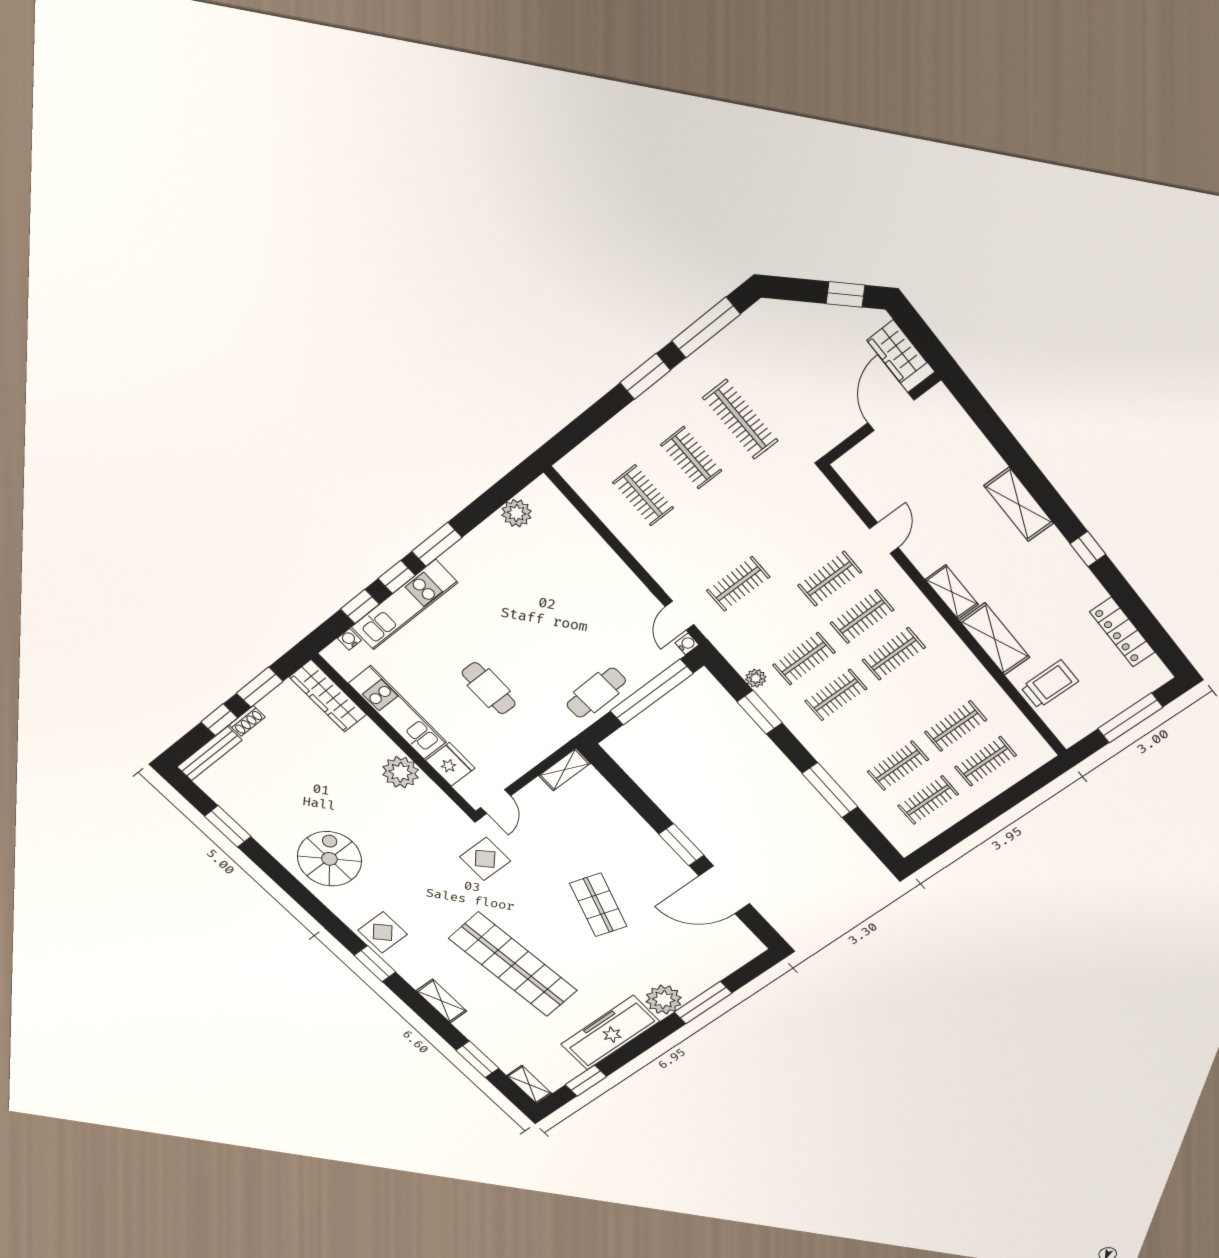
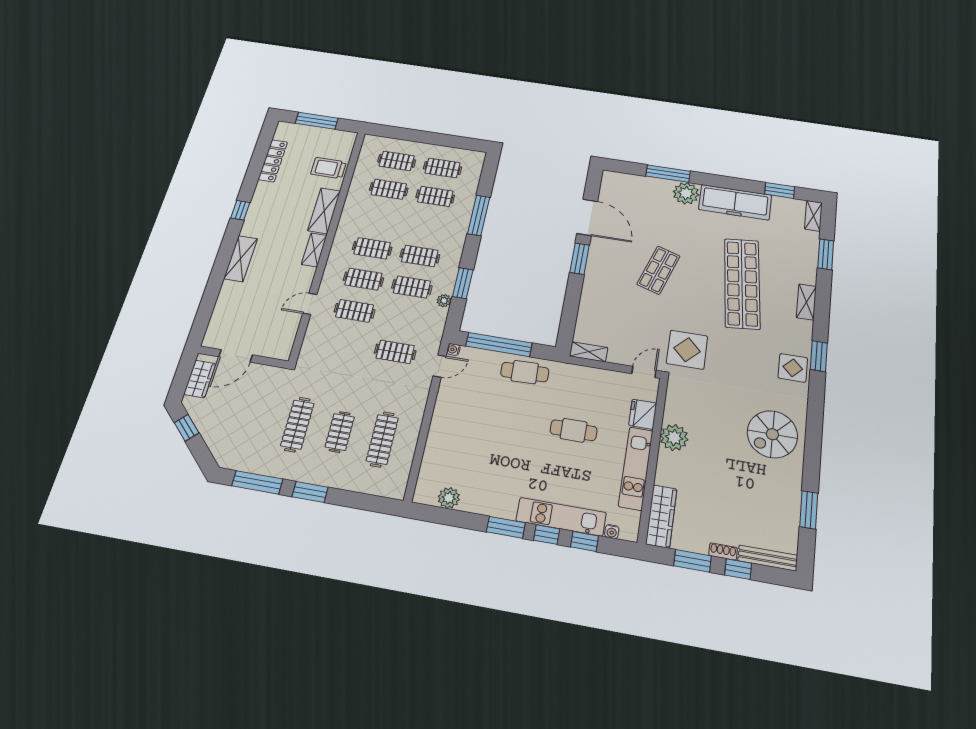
clothes rail: (643, 495) -> (382, 439), width x1.36
cafe table: (489, 688) -> (574, 430), turned 90
display table: (485, 859) -> (687, 350), width x1.36, depth x1.36

